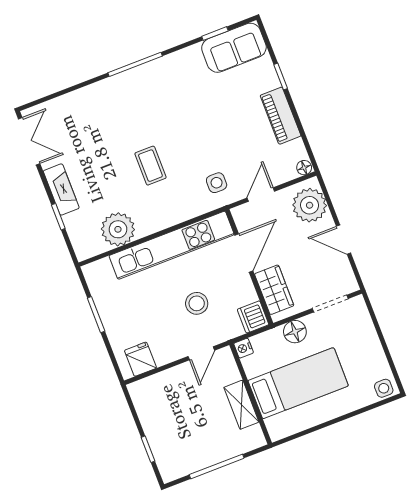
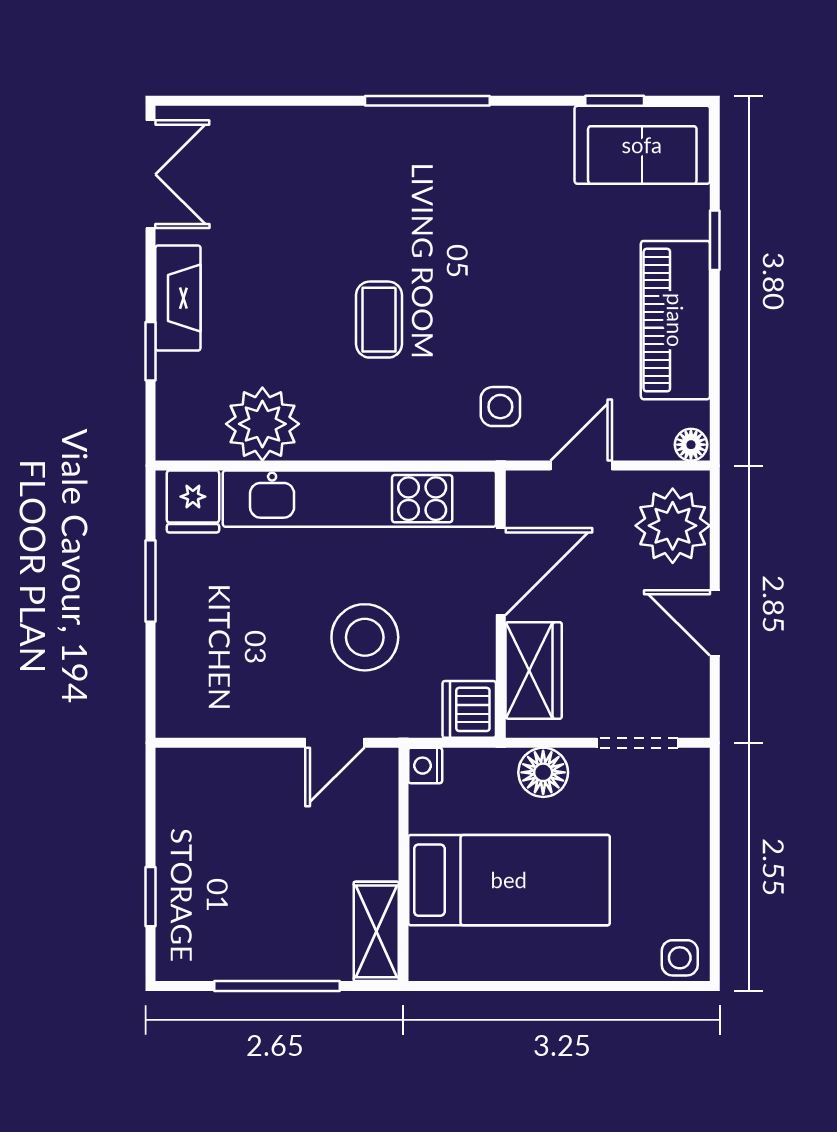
piano: (281, 116) -> (675, 320), width x1.37, depth x1.33
stool: (197, 303) -> (365, 637), width x1.38, depth x1.38
fridge: (140, 359) -> (193, 502), moved, turned 180
shelving: (241, 405) -> (376, 931), moved

